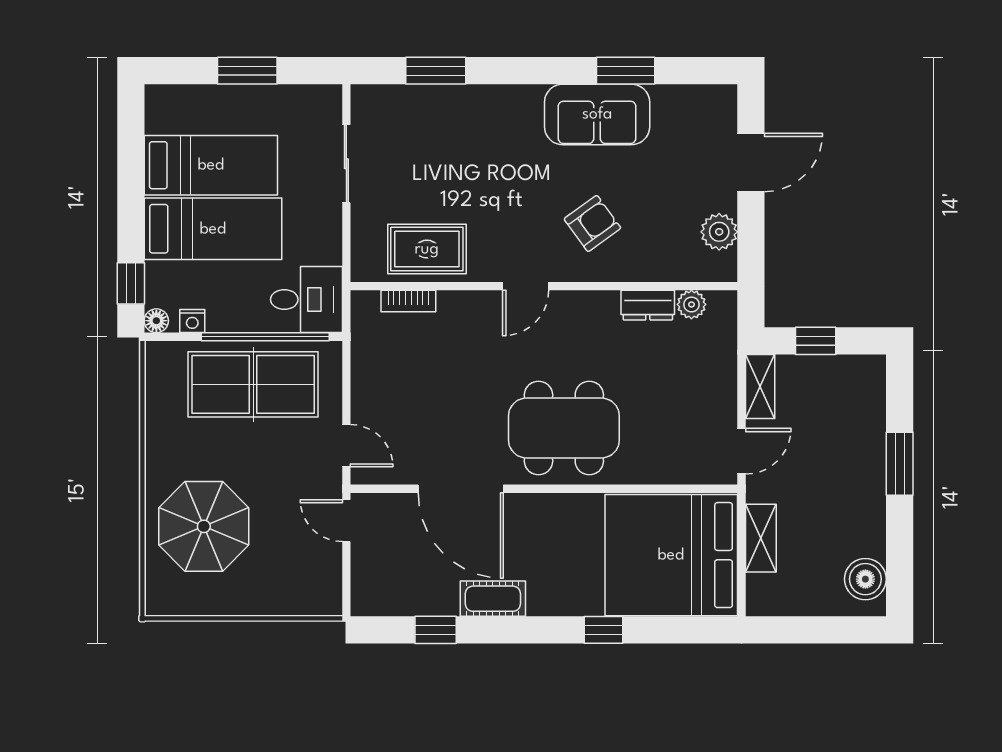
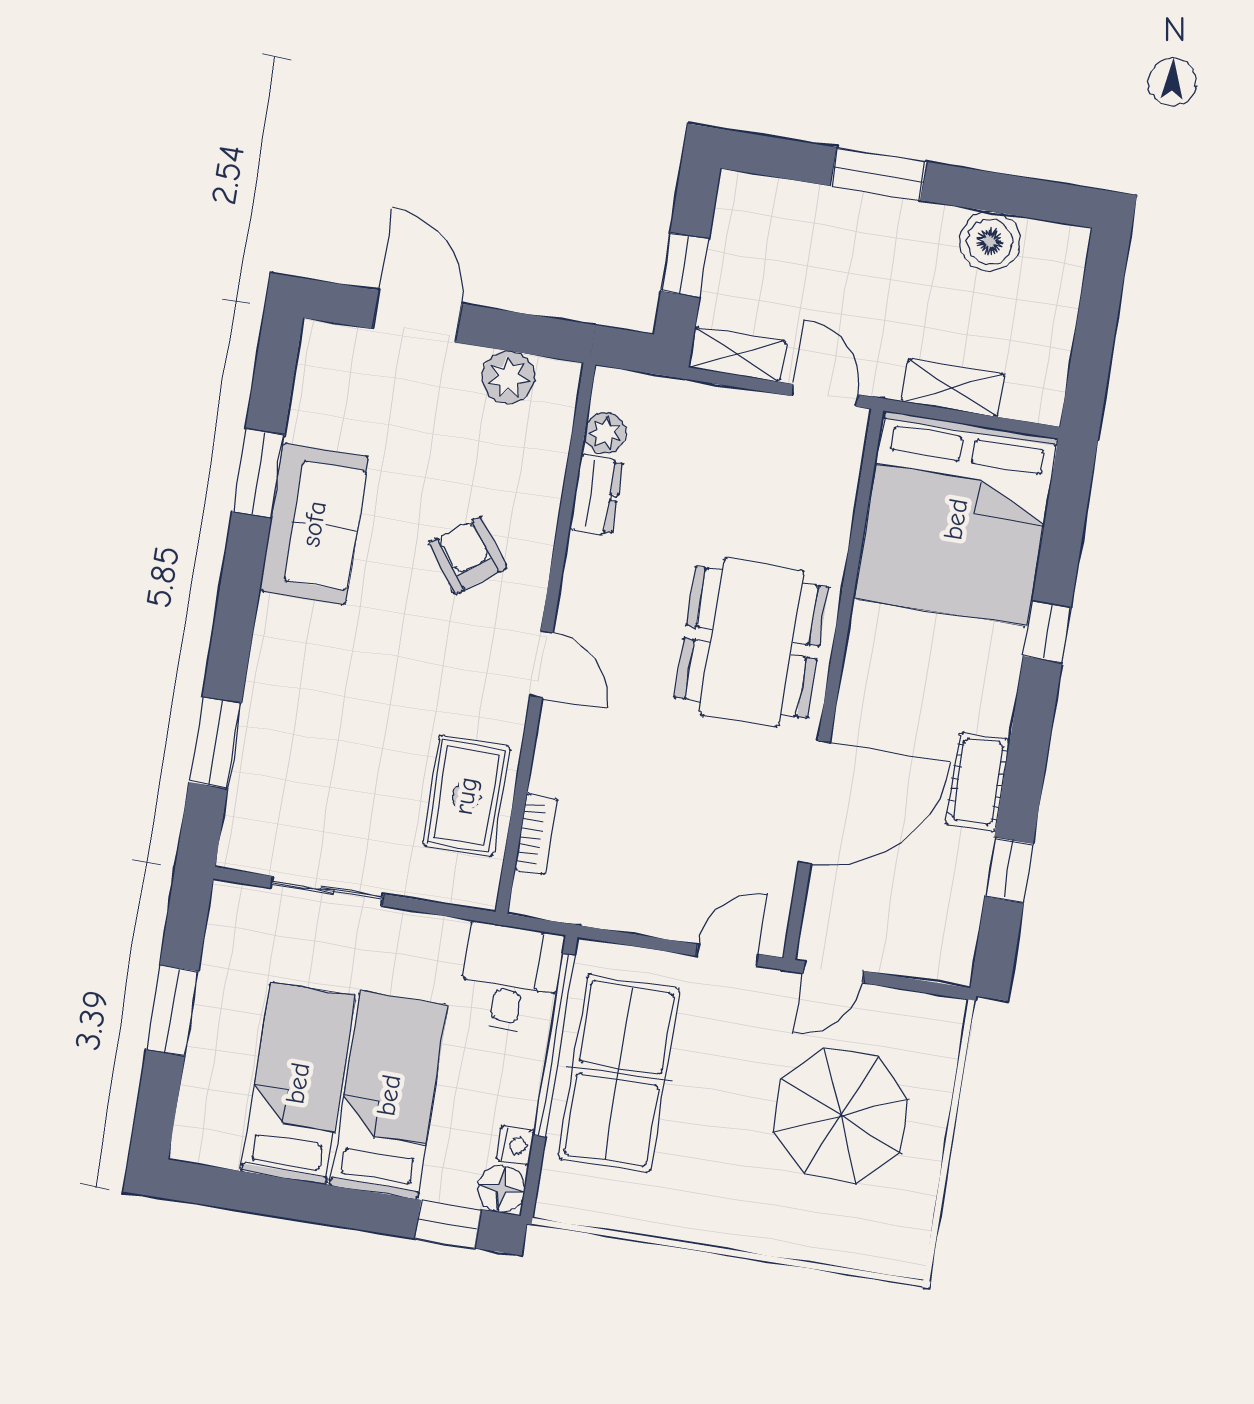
floor lamp: (156, 321) -> (501, 1189), width x1.37, depth x1.37
parasol: (204, 526) -> (841, 1116), moved
boiler: (865, 579) -> (990, 241), moved

